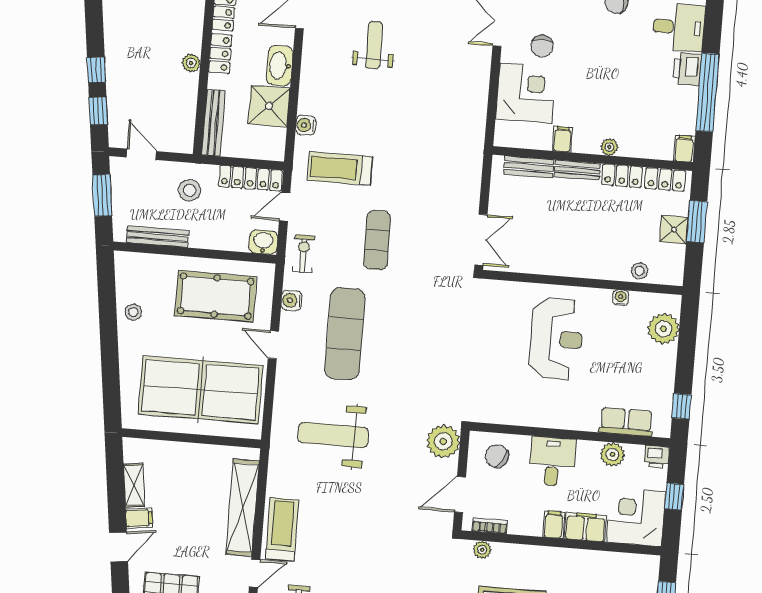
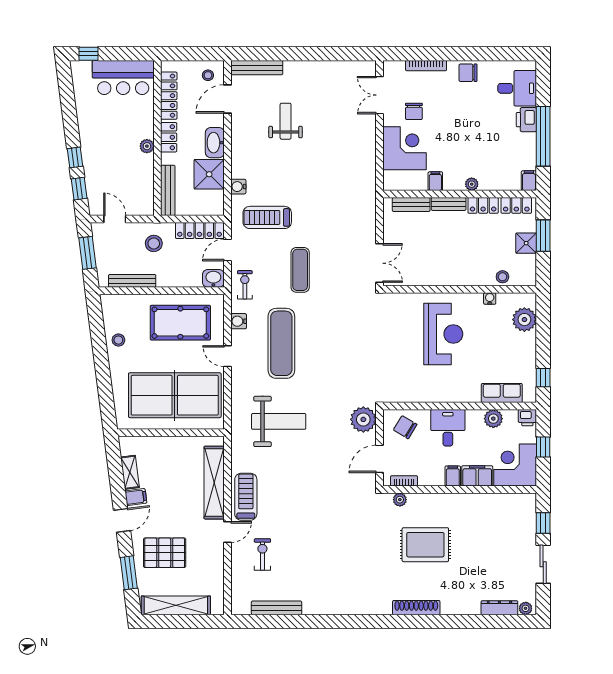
weight bench: (333, 435) -> (279, 421), turned 180

